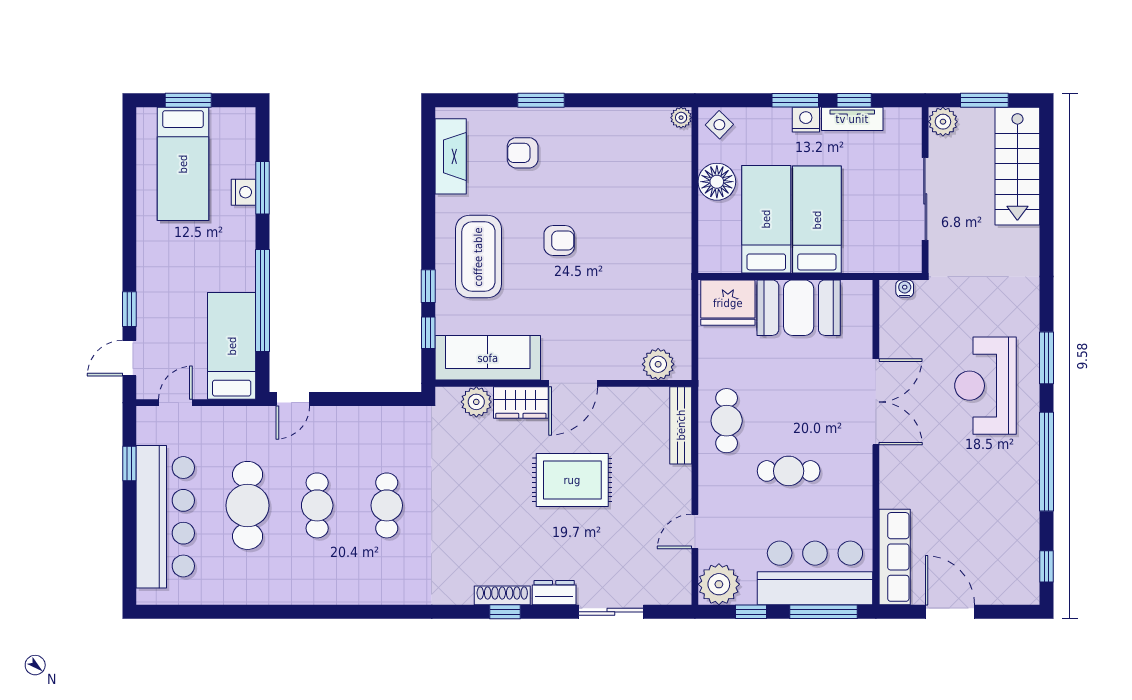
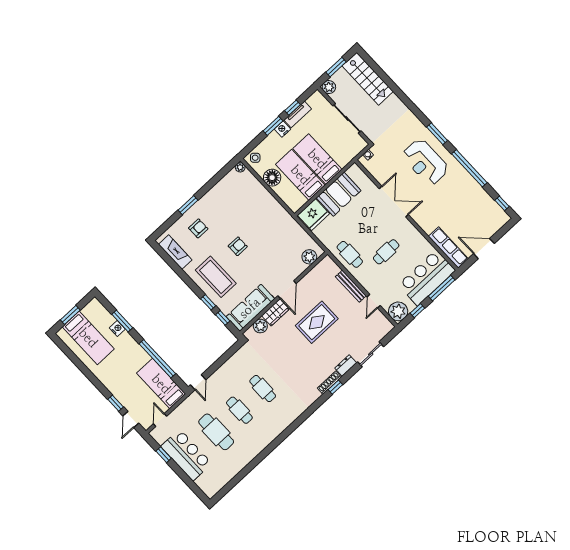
armchair: (523, 153) -> (198, 228), turned 180
bench: (681, 425) -> (351, 286), moved
bar counter: (165, 517) -> (186, 455), width x0.73

